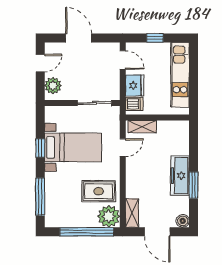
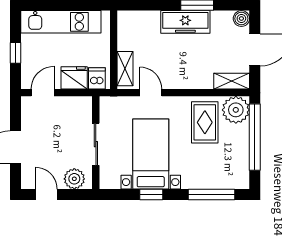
sliding door: (94, 103) -> (96, 144), moved

